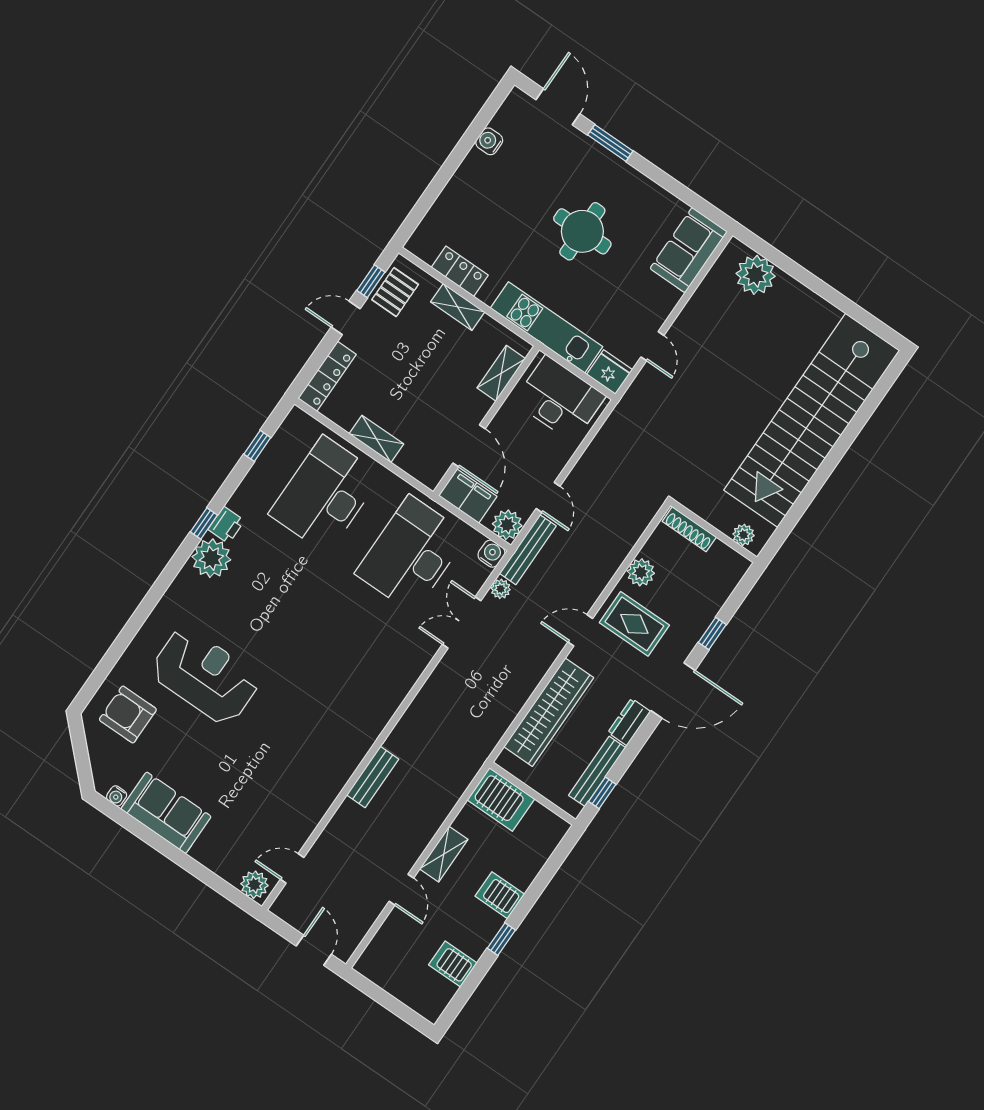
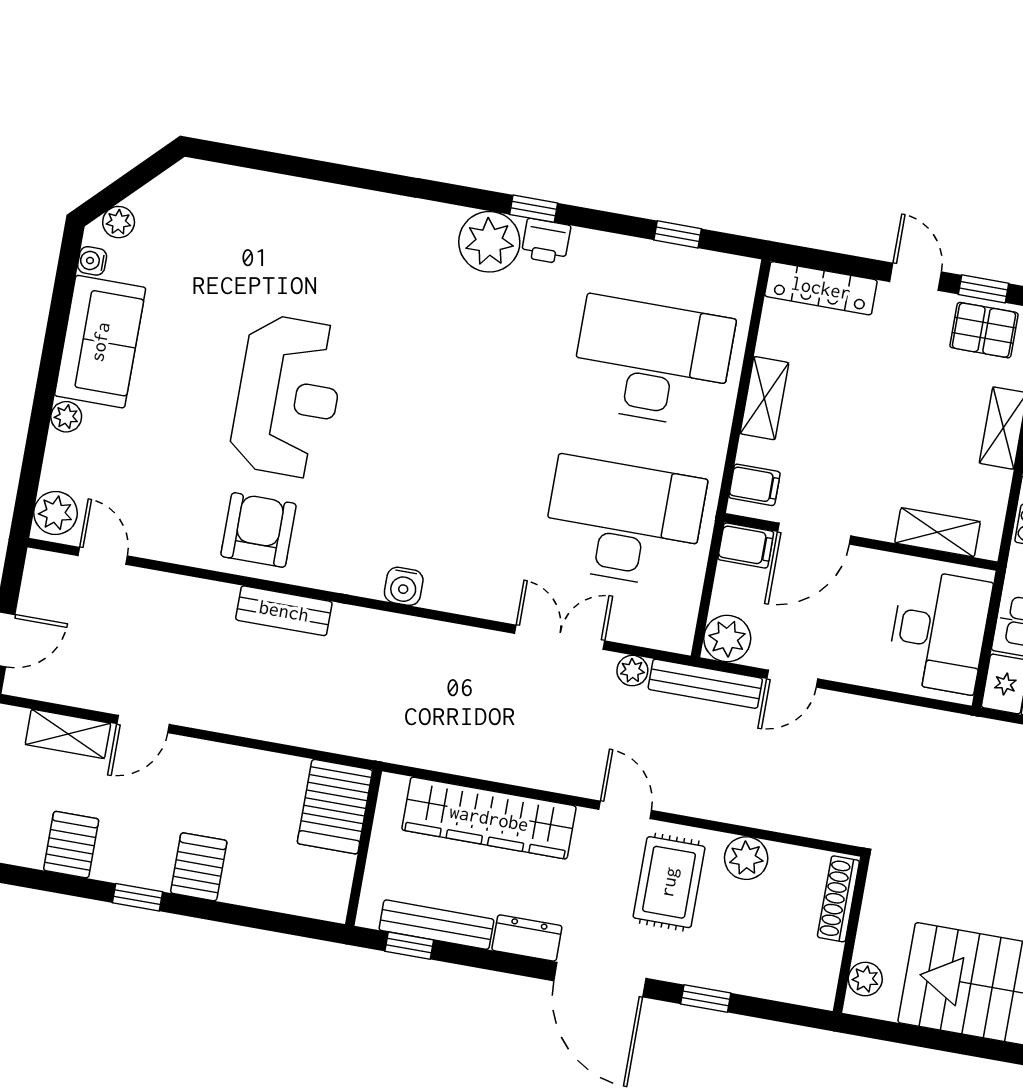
filing cabinet: (424, 468) -> (754, 485), added
filing cabinet: (468, 496) -> (746, 545), width x0.50
water cooler: (491, 554) -> (404, 586), moved, turned 90
reception desk: (205, 676) -> (288, 397), moved
armchair: (128, 714) -> (258, 530), moved
plant: (101, 770) -> (119, 222), added
plant: (201, 853) -> (66, 417), added
shelving: (444, 854) -> (68, 734), moved

